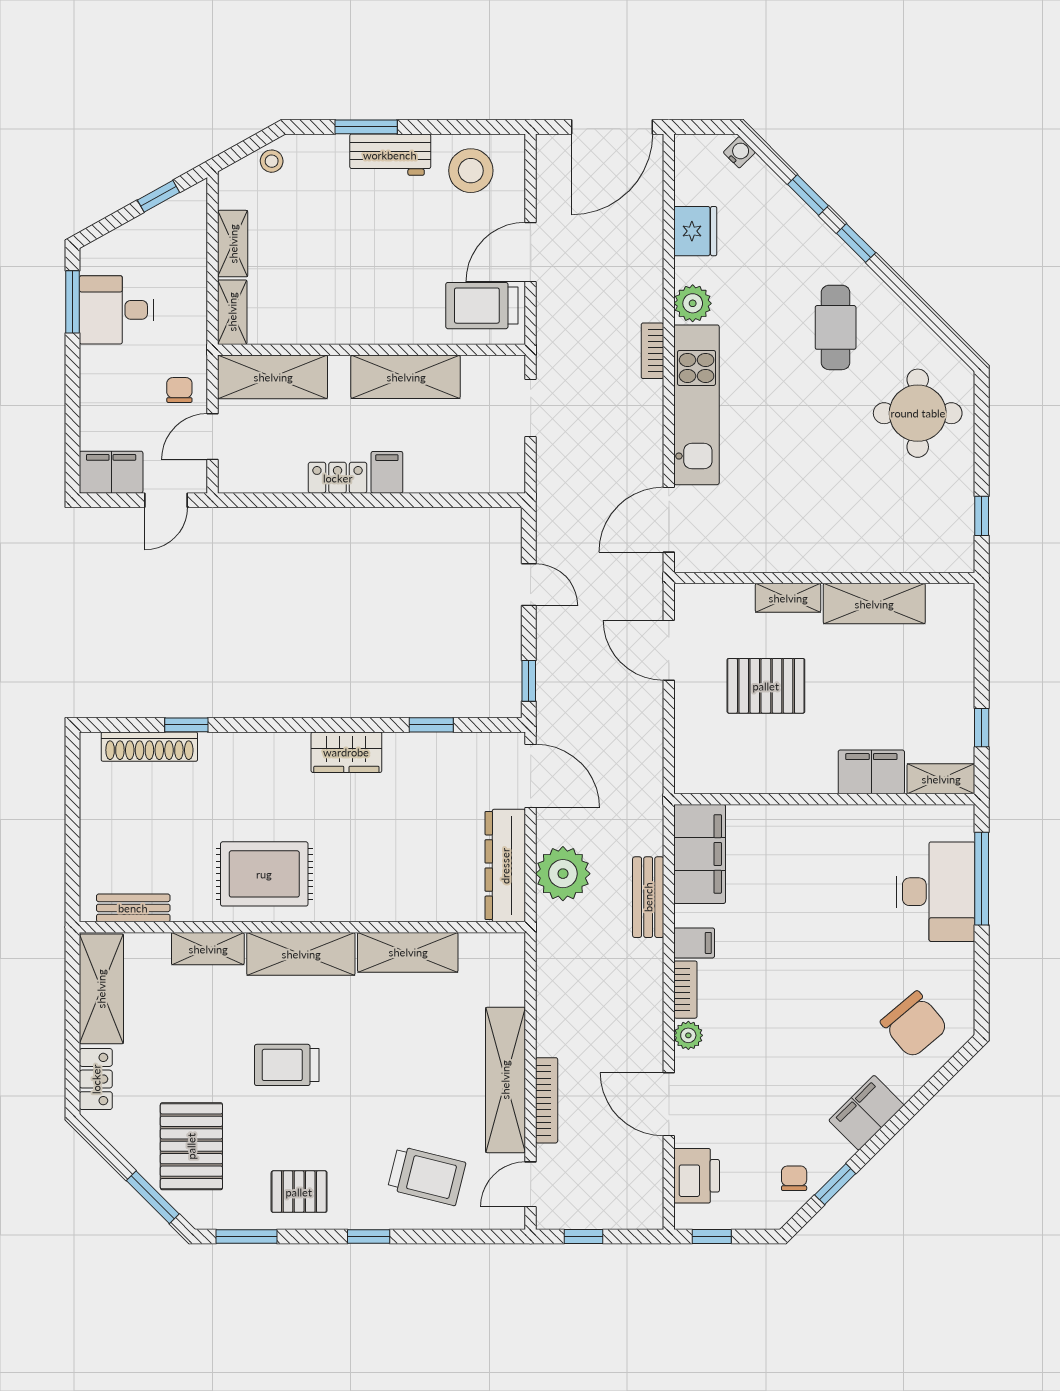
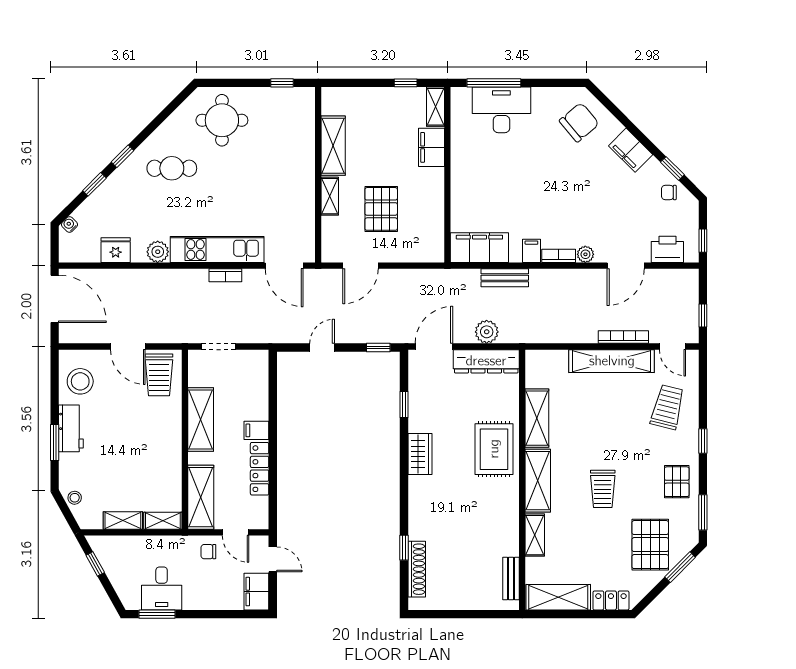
bookcase: (652, 351) -> (225, 275), moved
locker: (338, 478) -> (260, 469), width x1.53
rug: (264, 874) -> (494, 449), moved
plant: (563, 874) -> (487, 332), width x0.73, depth x0.73
pallet: (191, 1146) -> (650, 545), turned 90

